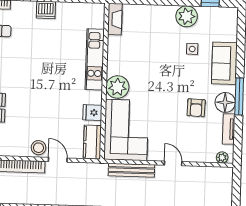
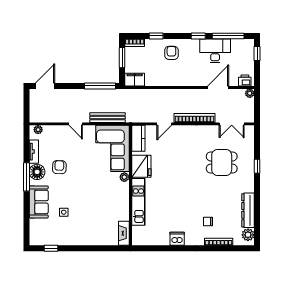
plant: (187, 16) -> (69, 237), removed
plant: (117, 87) -> (124, 177), width x0.53, depth x0.53
fridge: (92, 113) -> (141, 166), width x1.88, depth x1.34
stool: (38, 148) -> (179, 133), removed
door: (58, 160) -> (164, 124), hinge flipped

